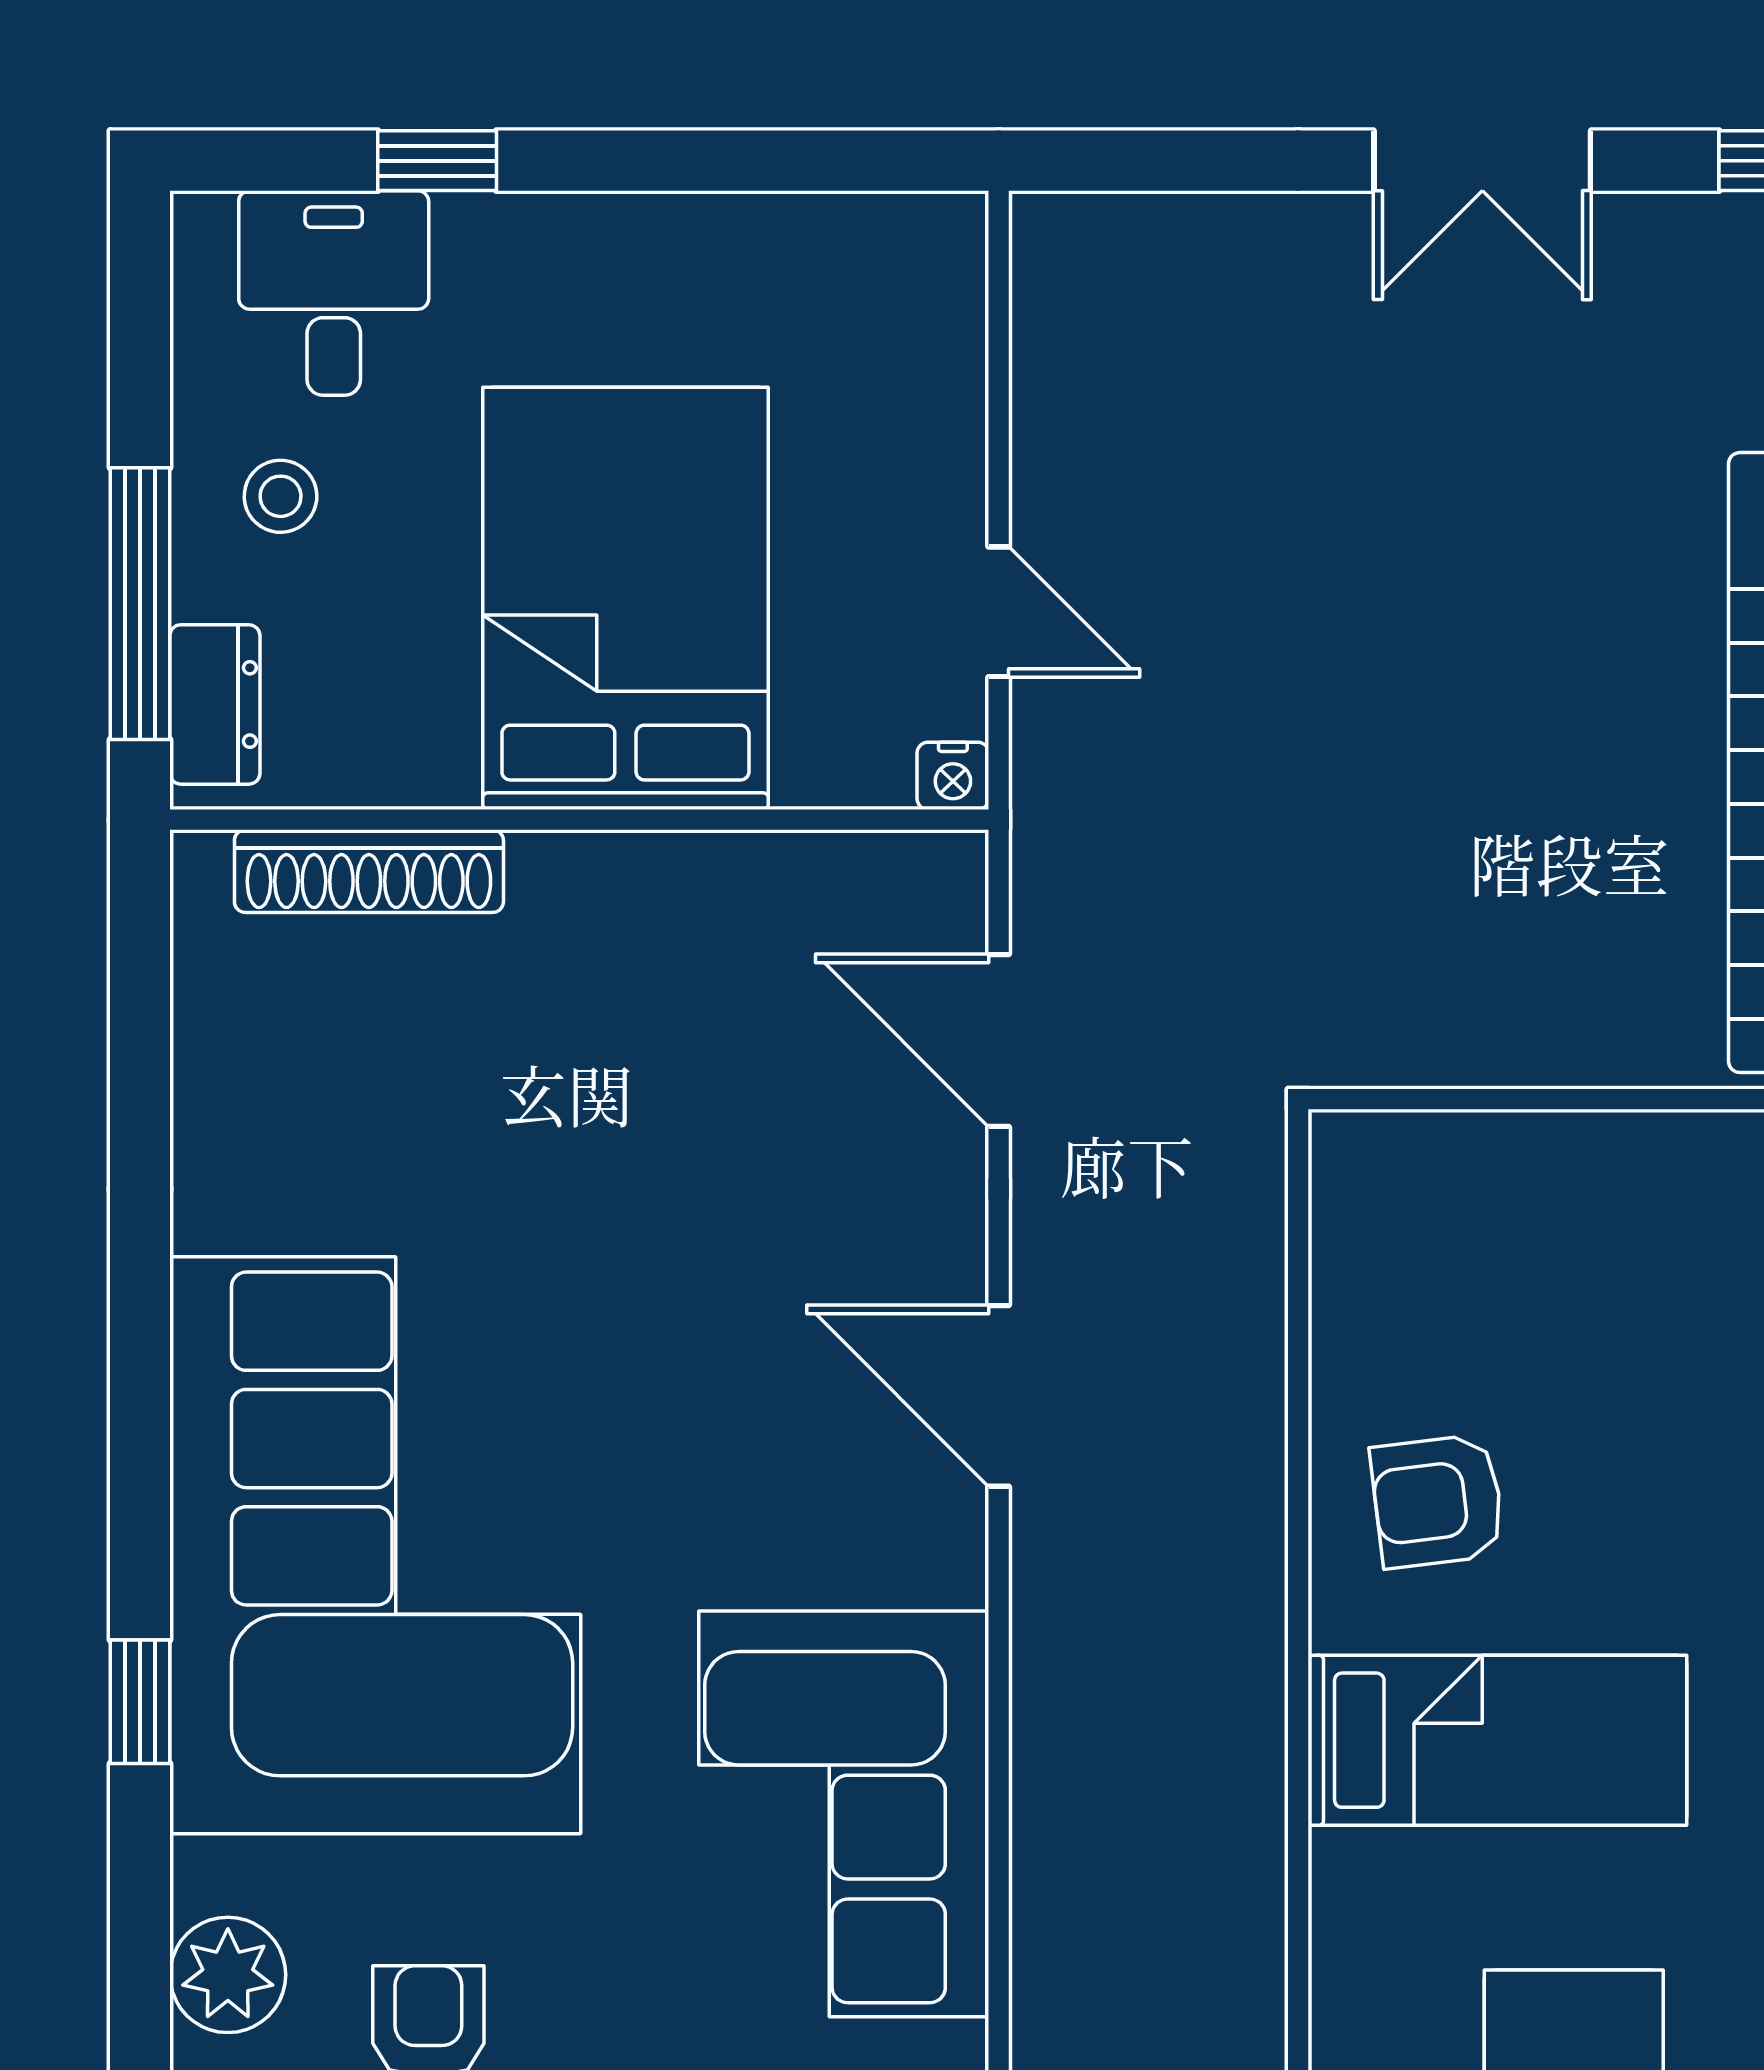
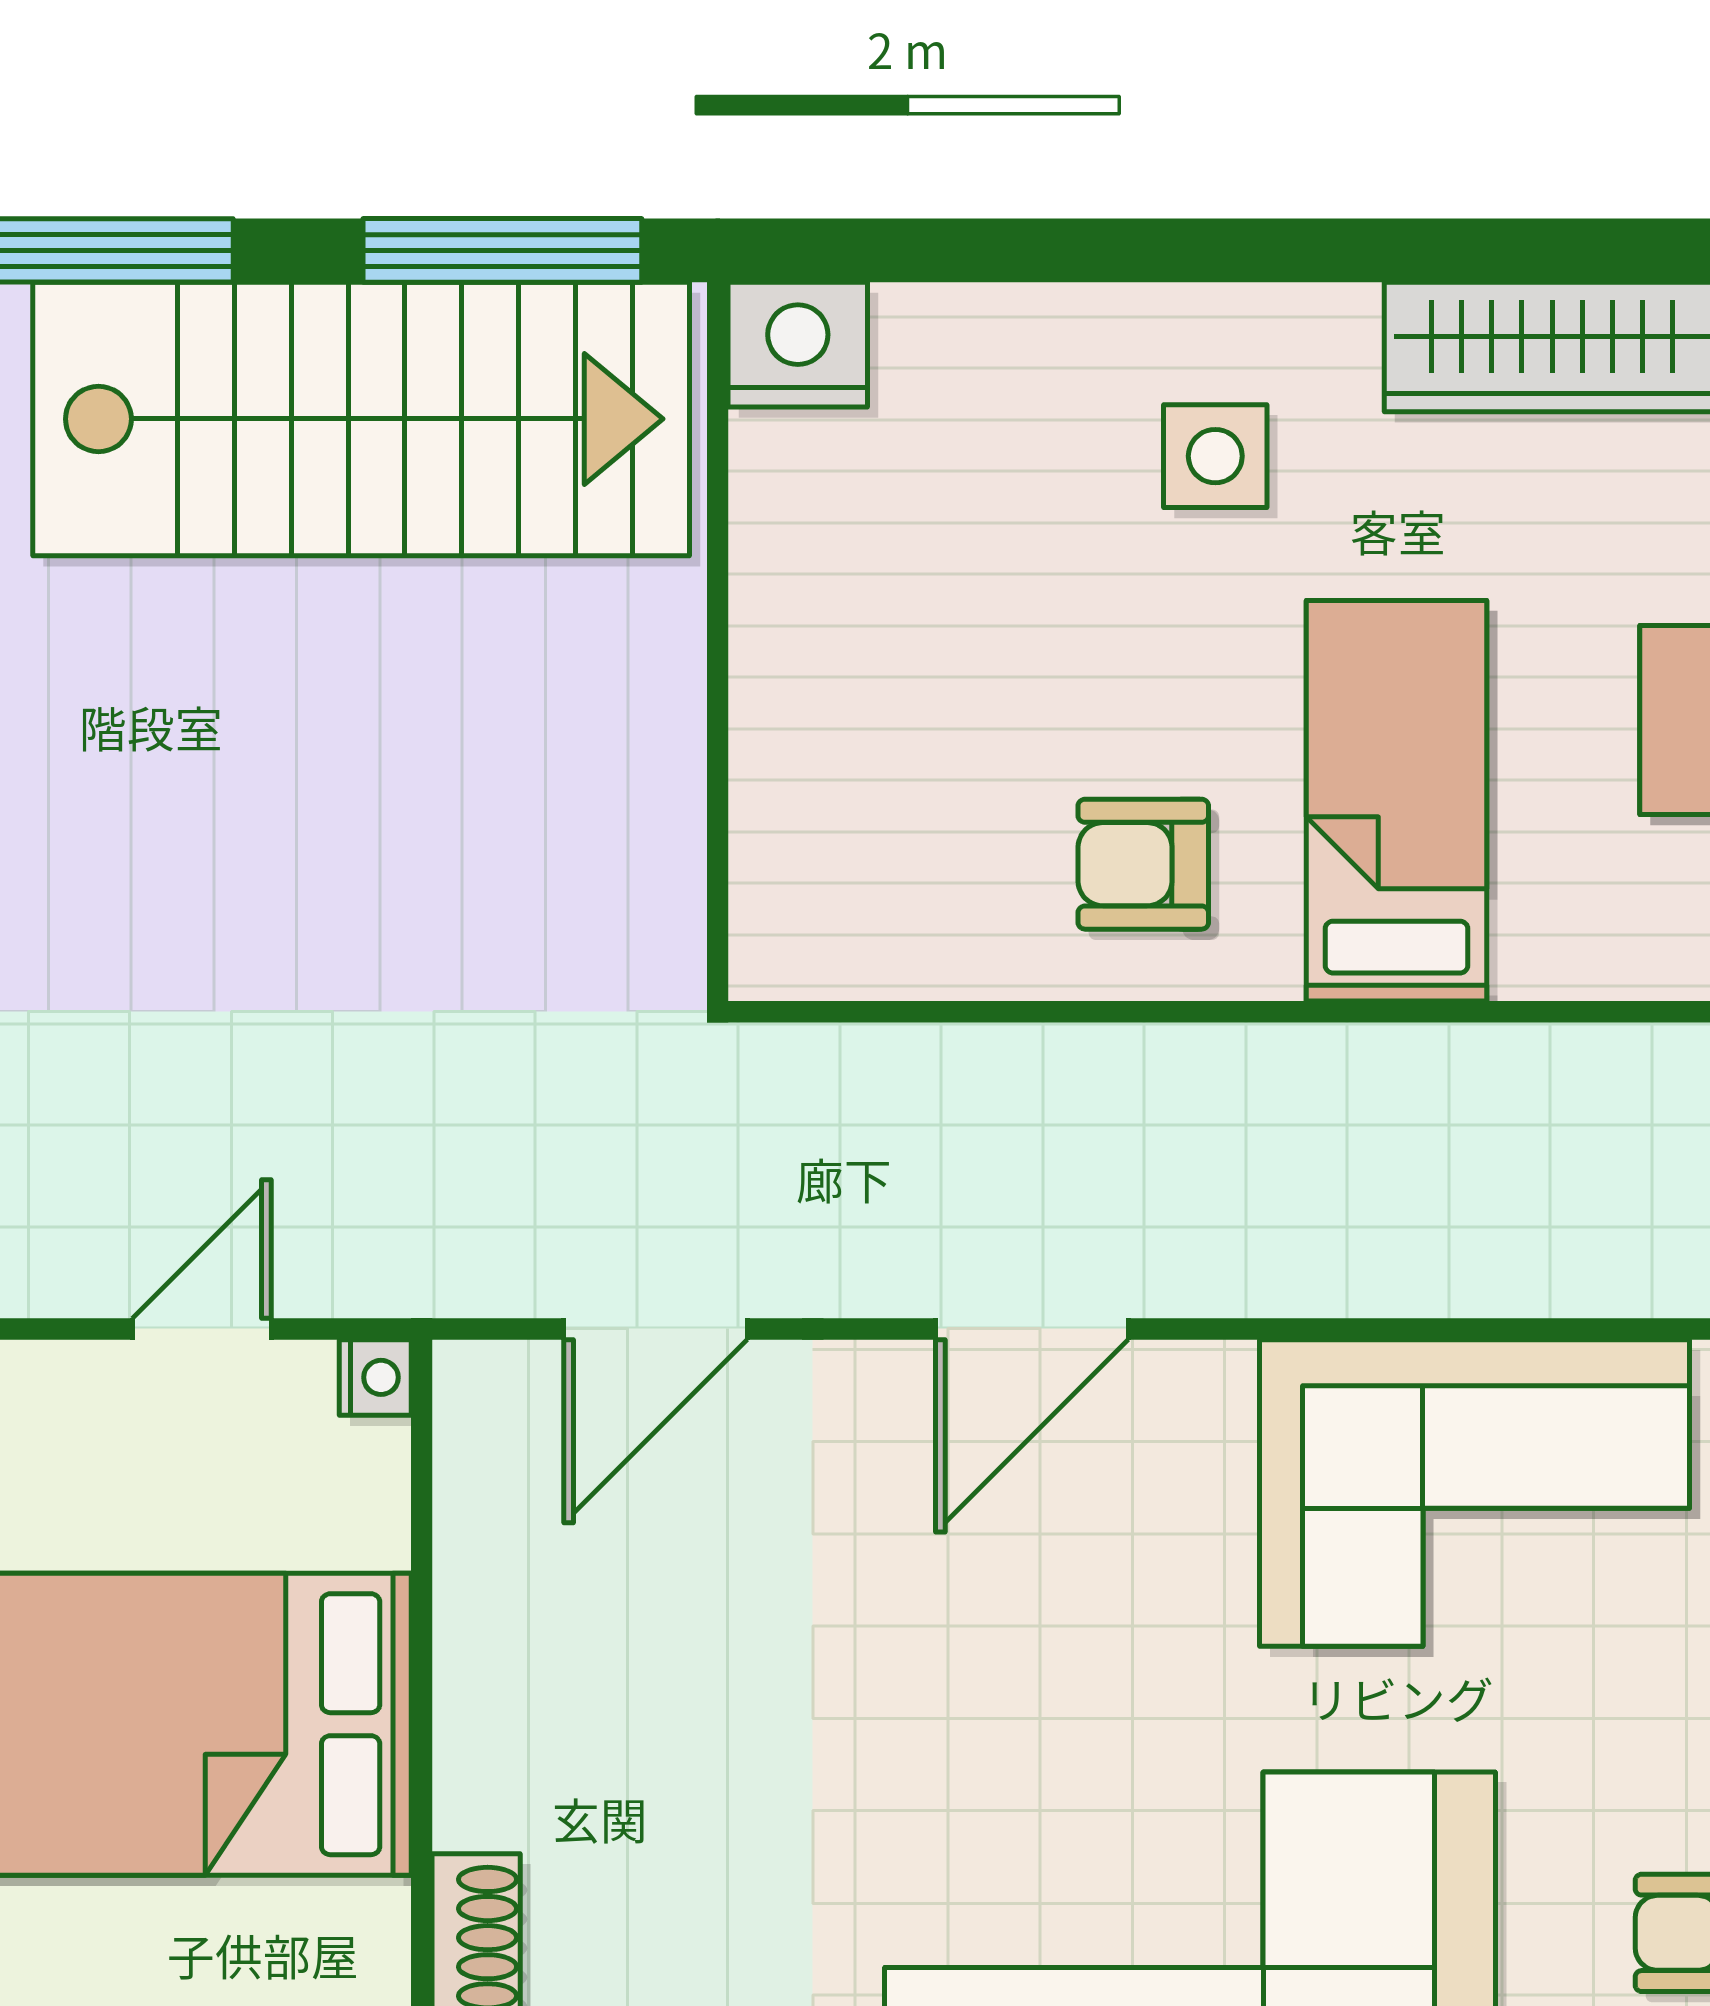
armchair: (1438, 1501) -> (1143, 864), turned 97

